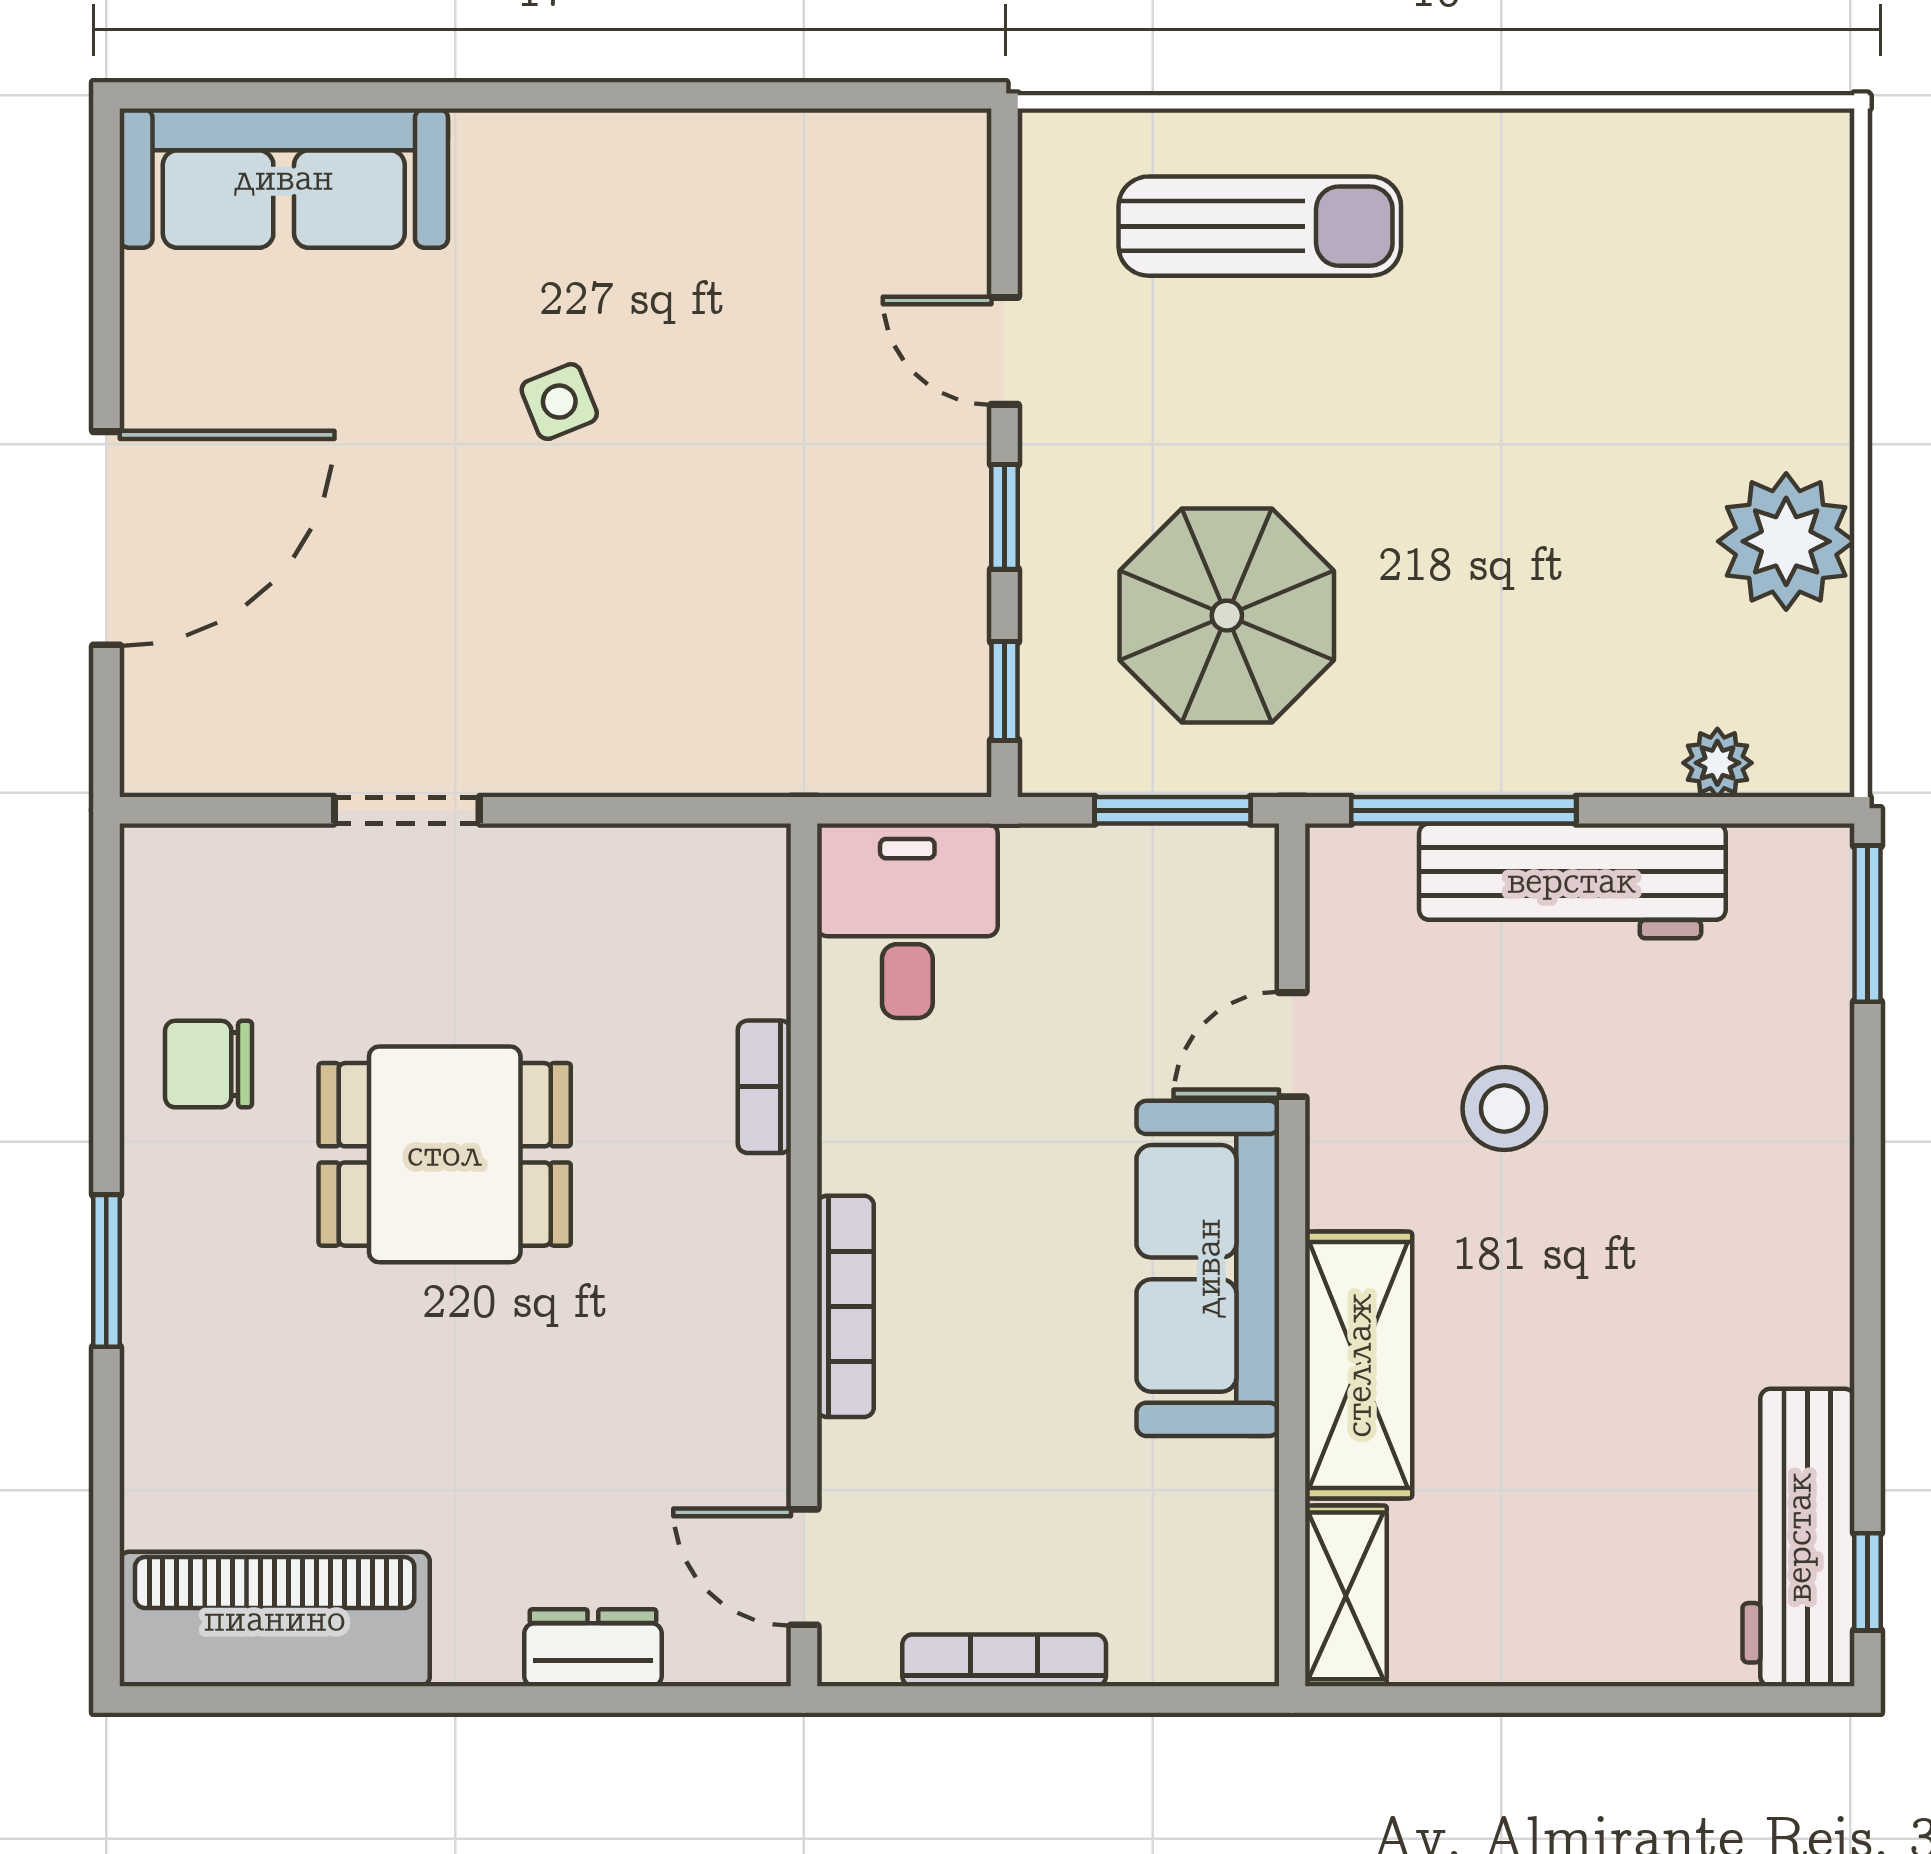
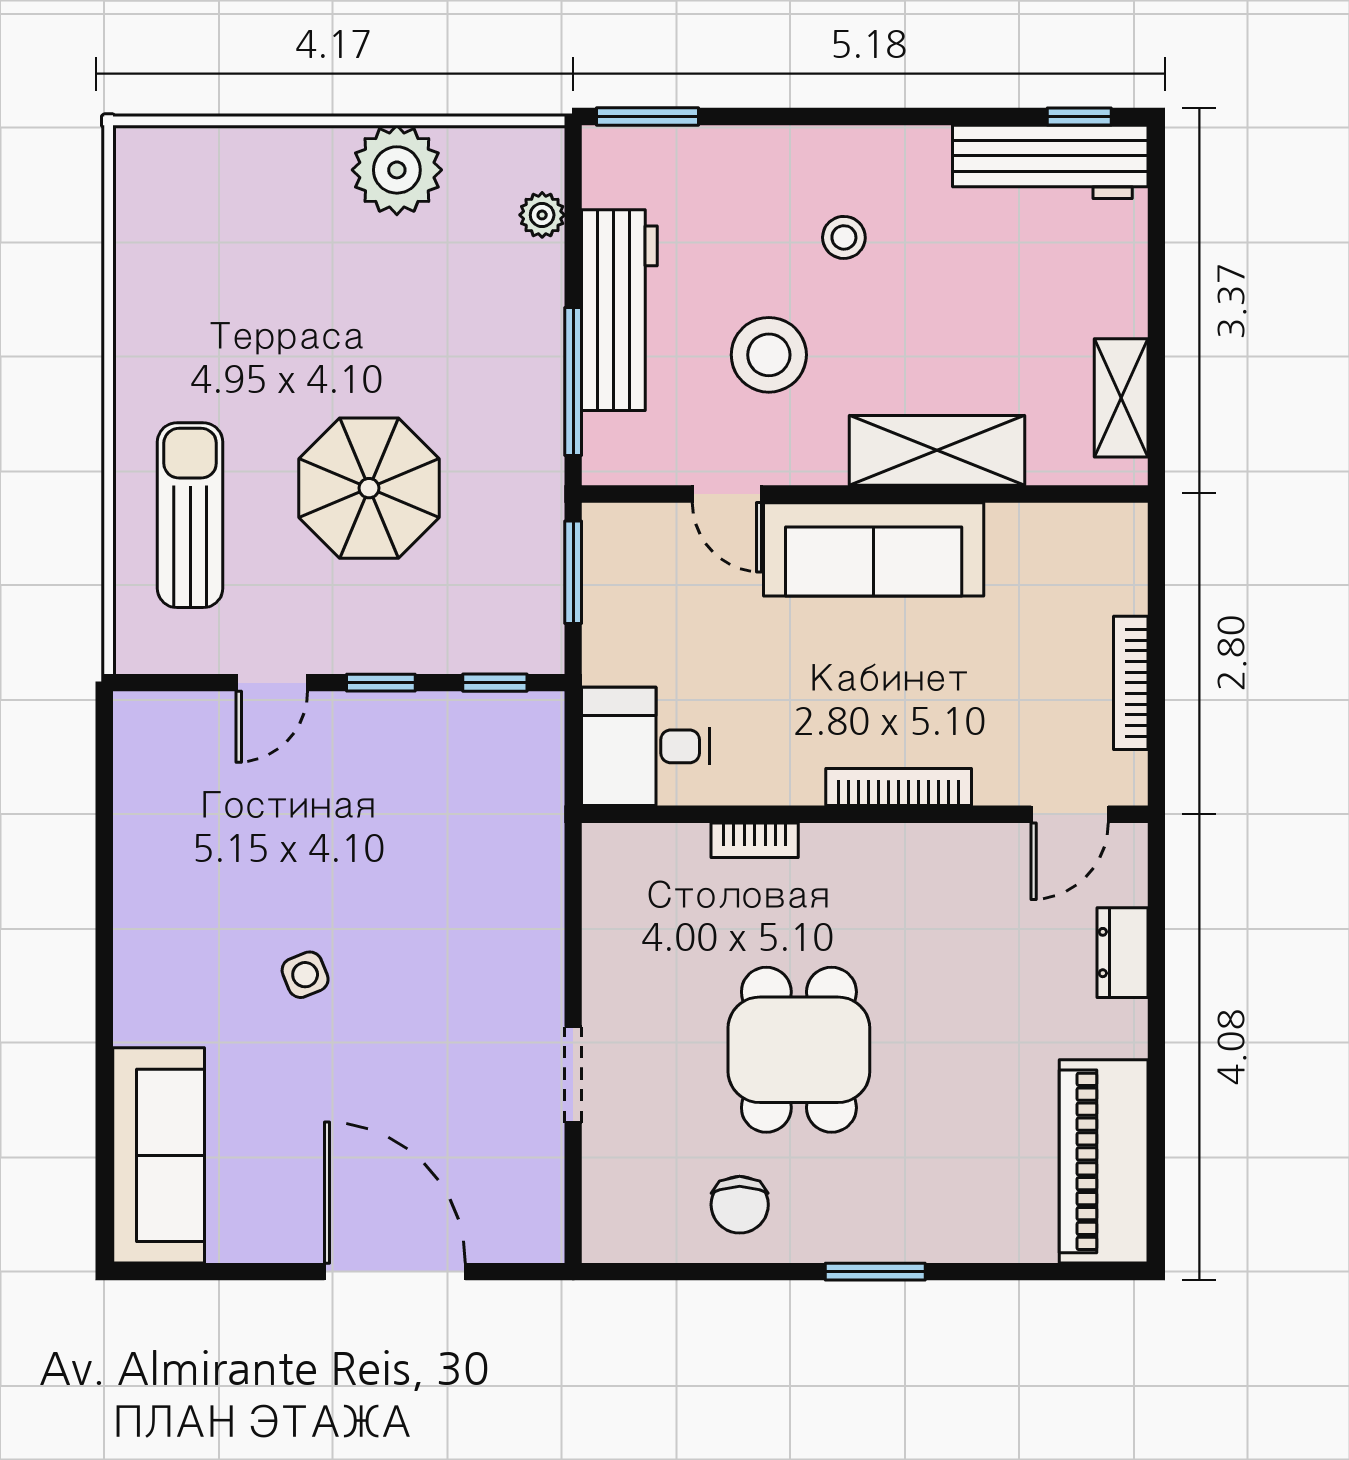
parasol: (1227, 616) -> (369, 488), moved
stool: (1504, 1109) -> (769, 355), width x1.38, depth x1.38
stool: (1683, 1223) -> (844, 237), added
shelving: (1346, 1596) -> (1121, 398), moved, turned 90

